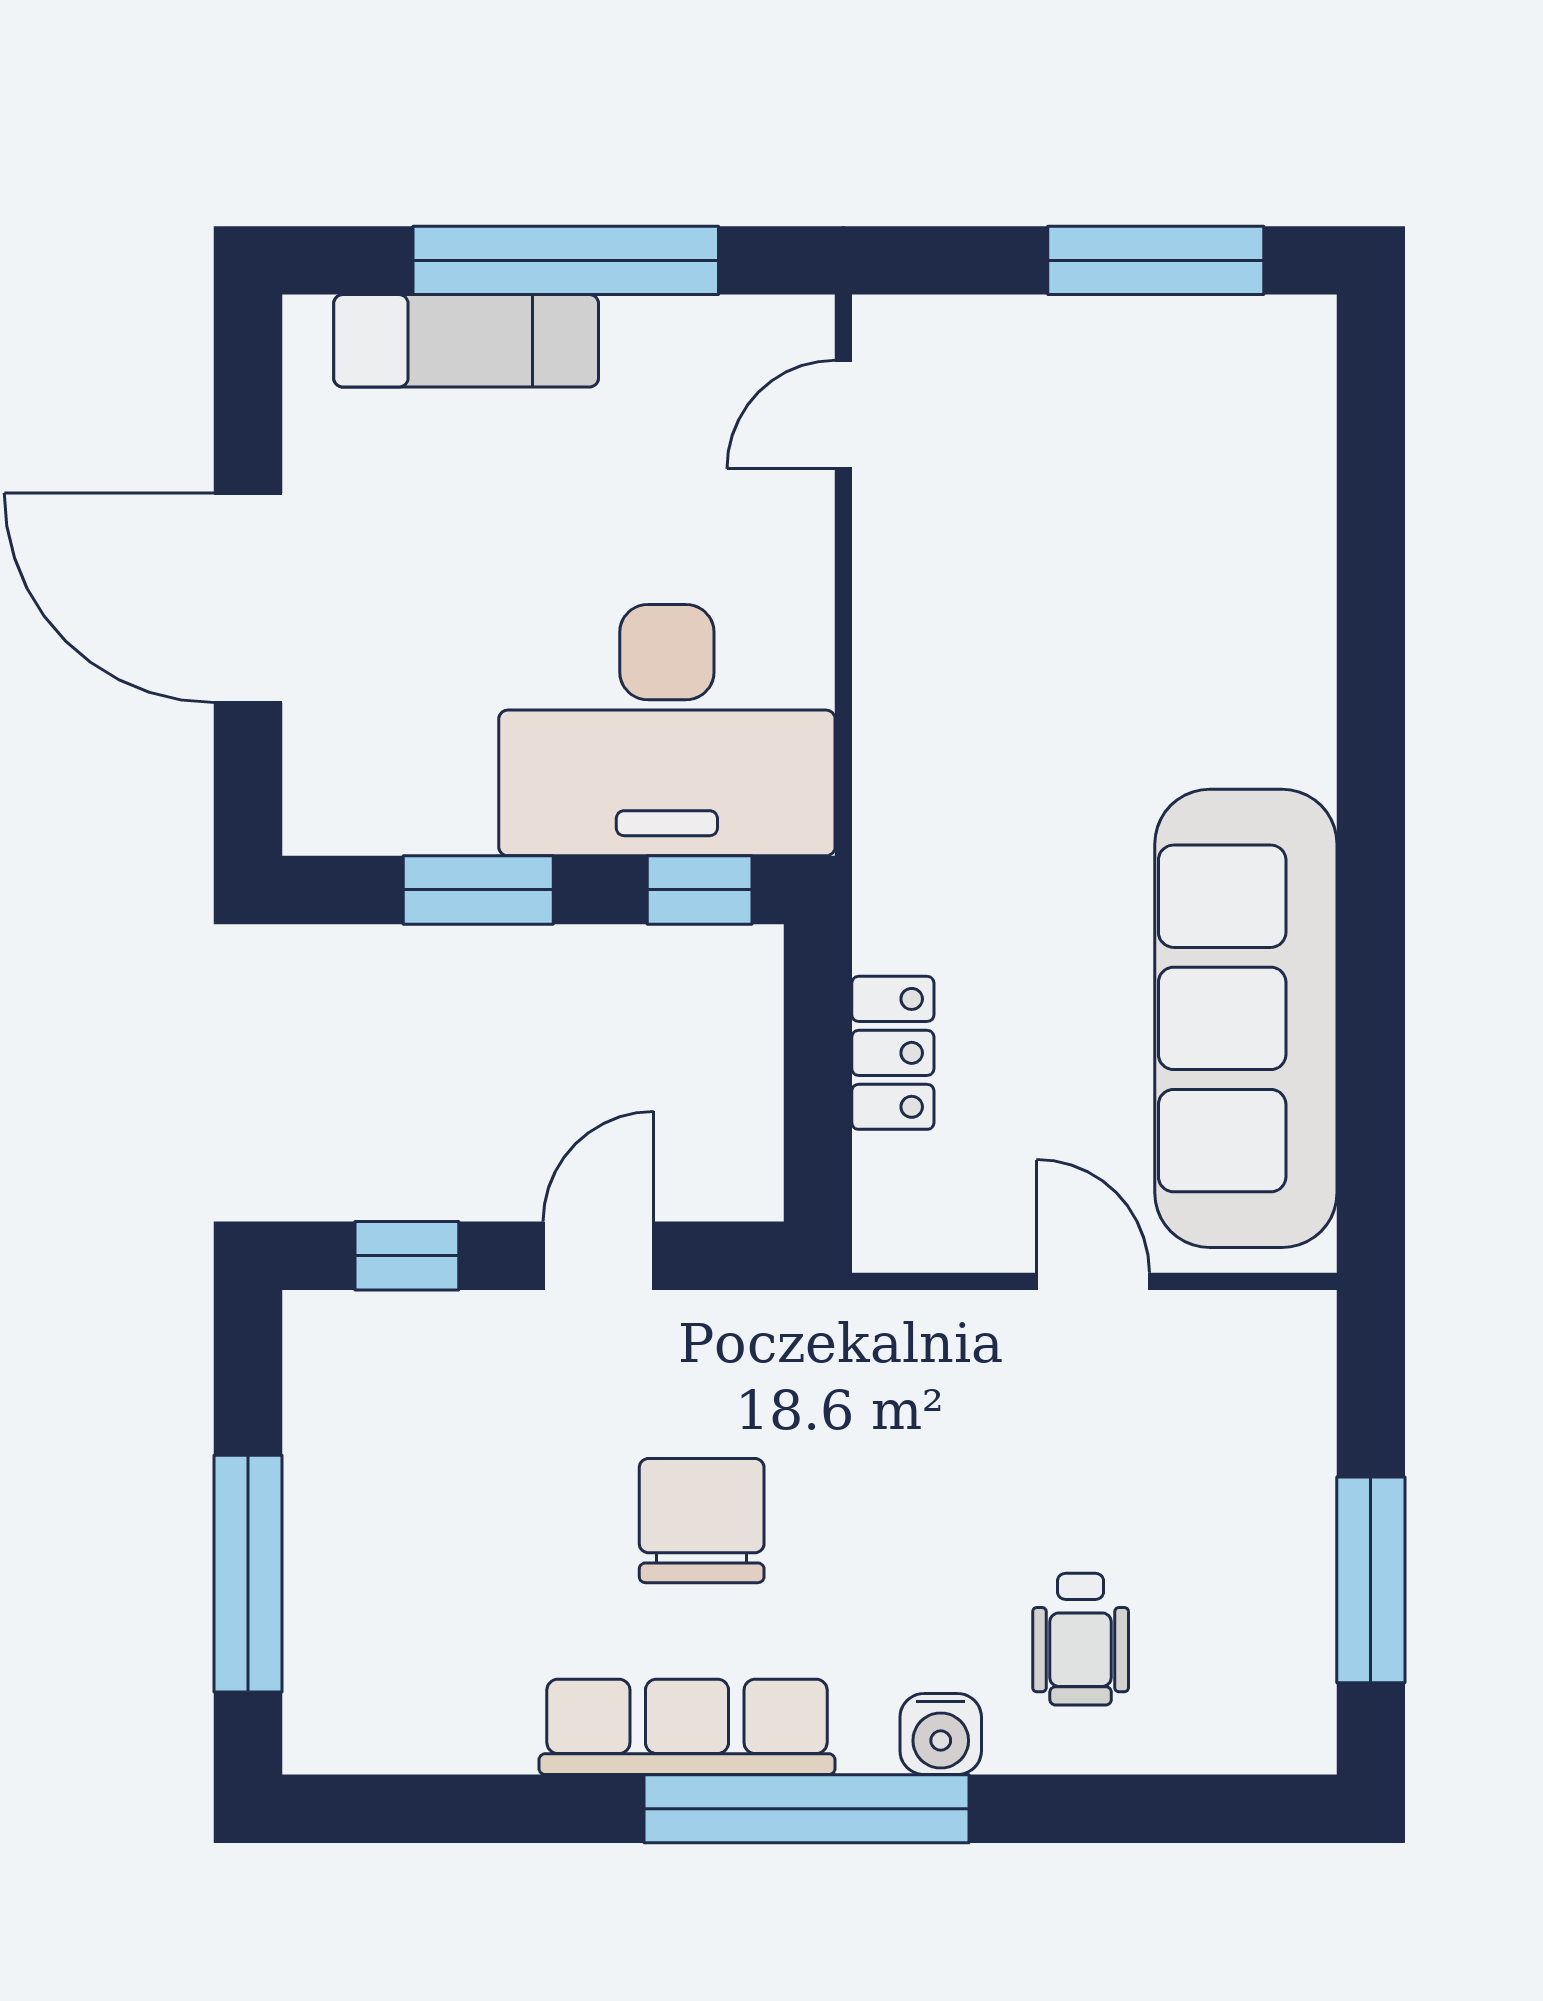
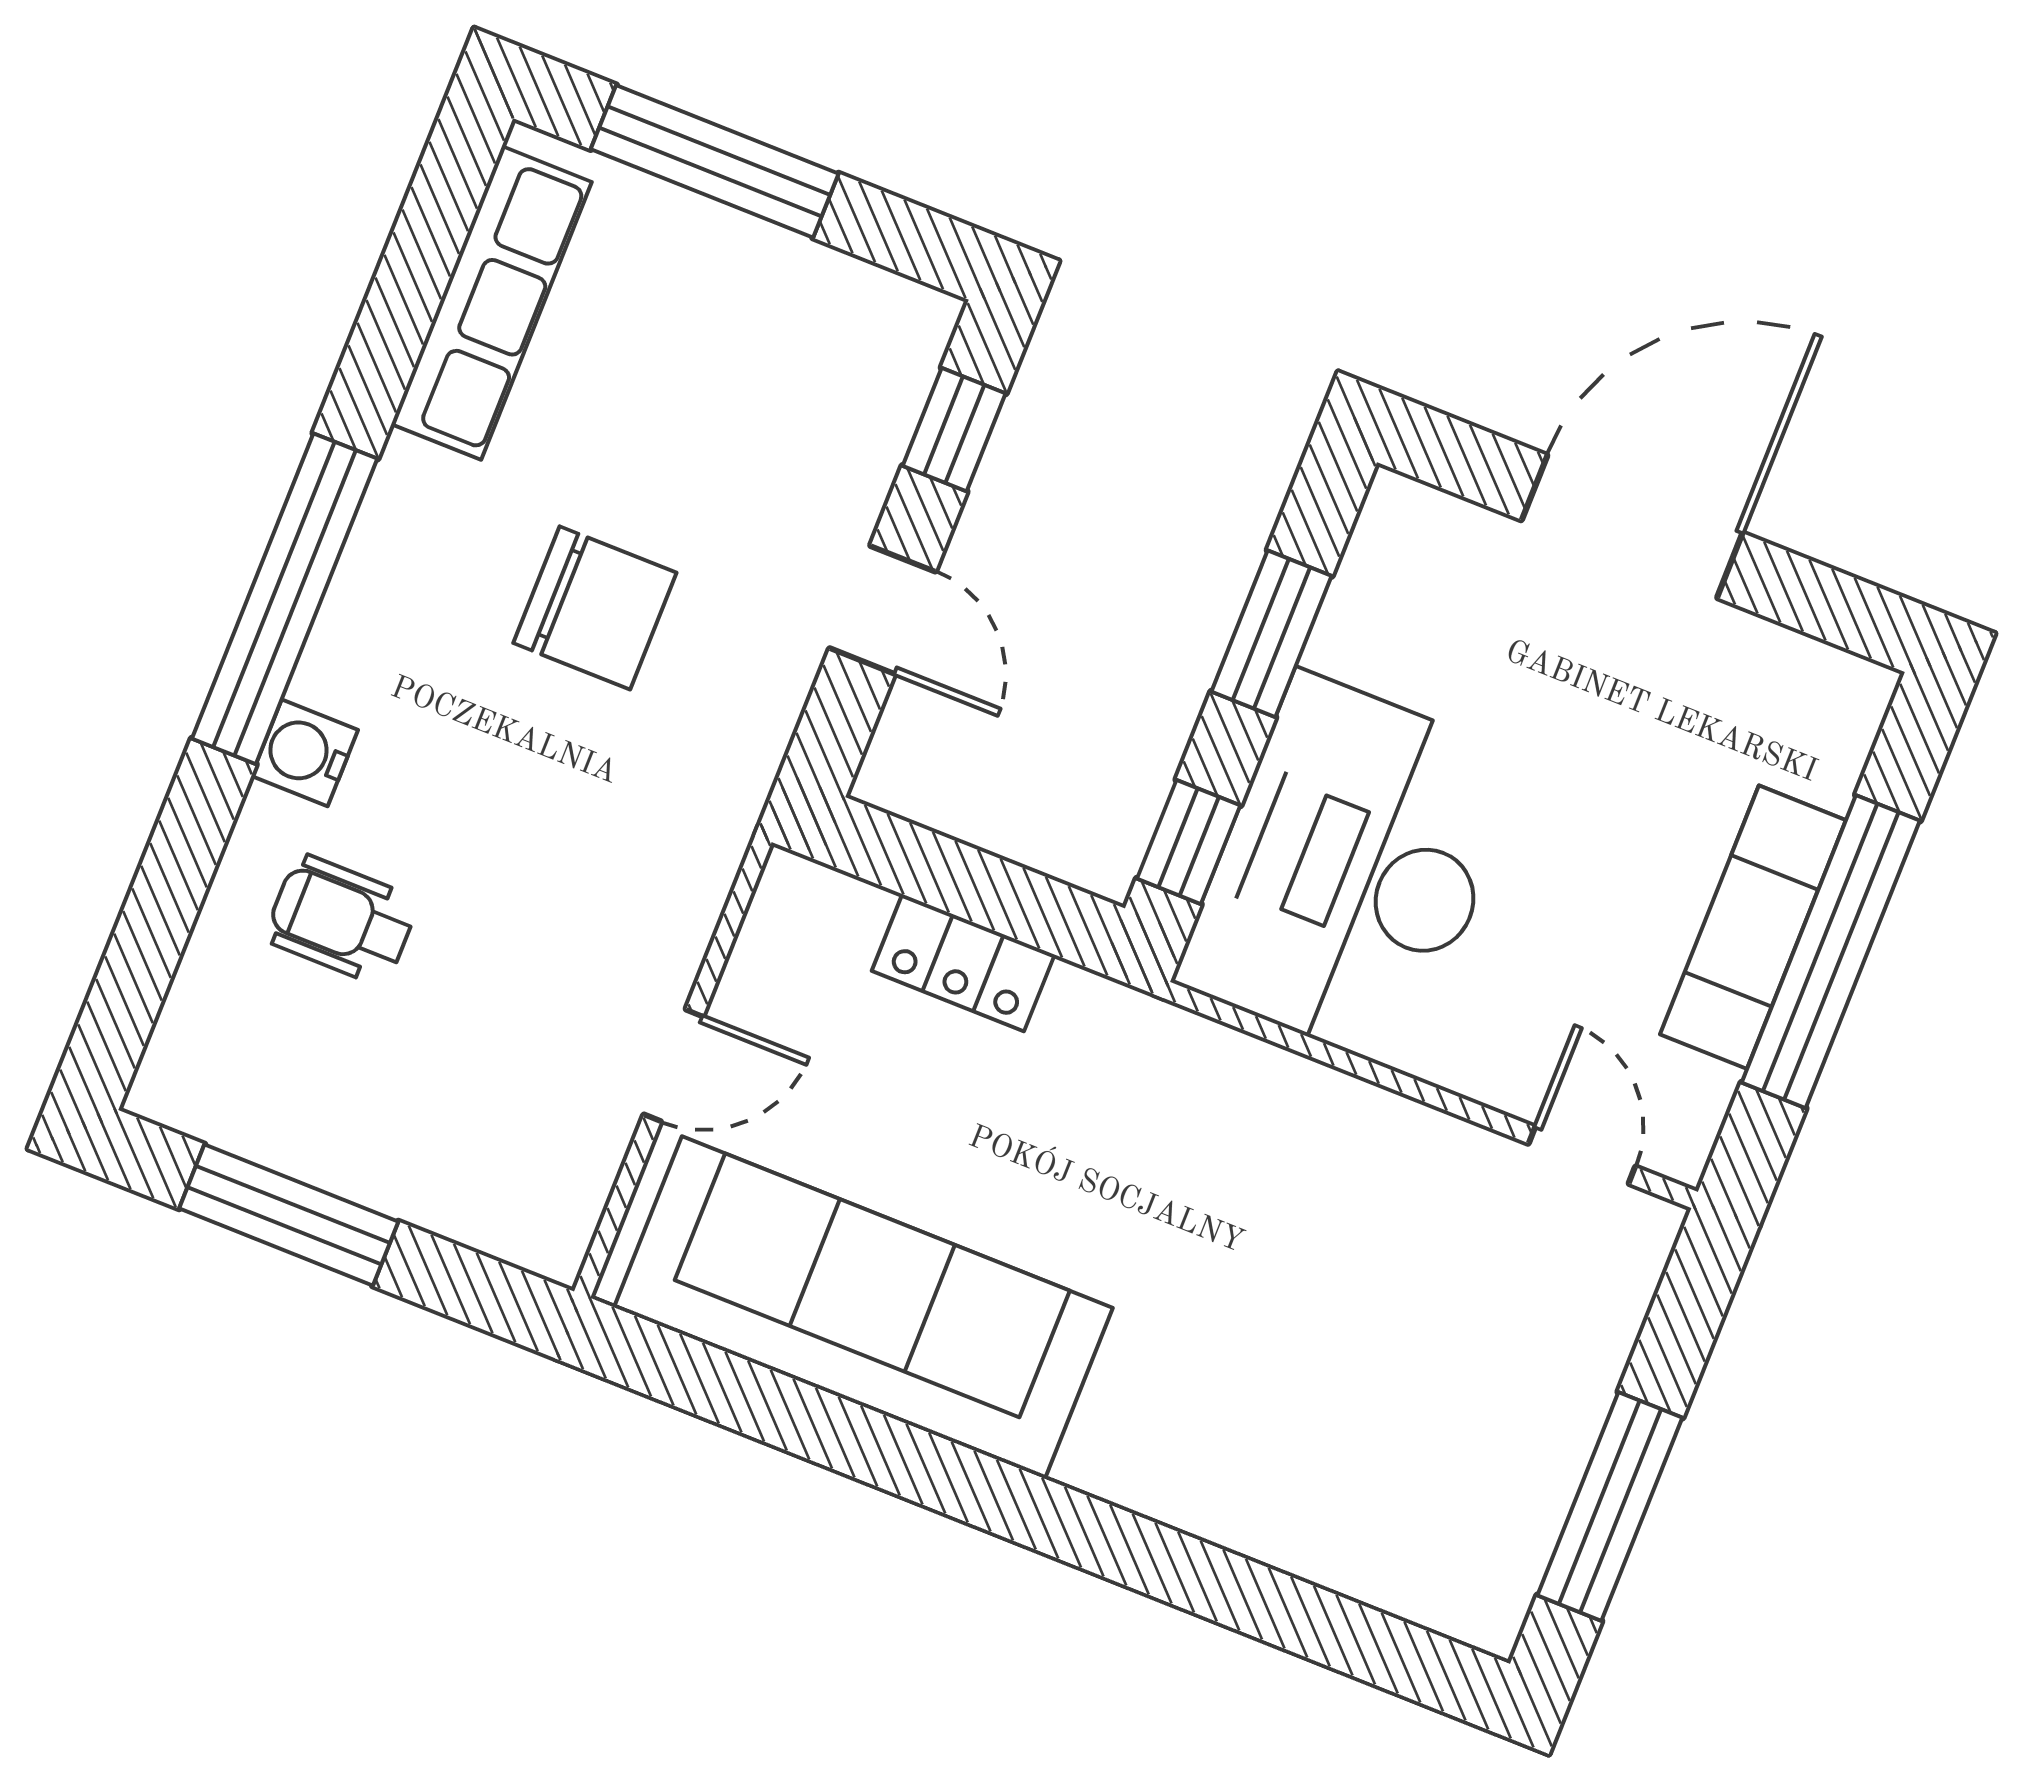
exam couch: (466, 341) -> (1753, 927), moved
row of seats: (687, 1727) -> (491, 303), moved

